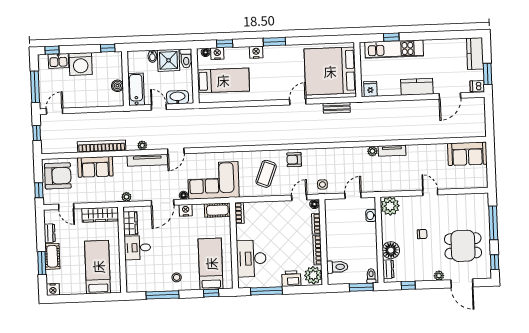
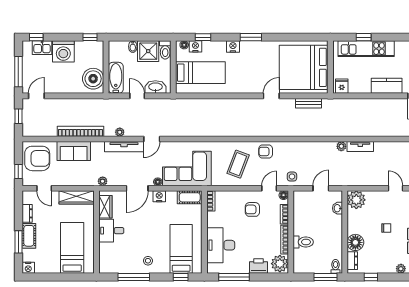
boiler: (117, 86) -> (93, 79), width x1.86, depth x1.86
armchair: (283, 220) -> (252, 209), added
toilet: (337, 267) -> (303, 242), moved

